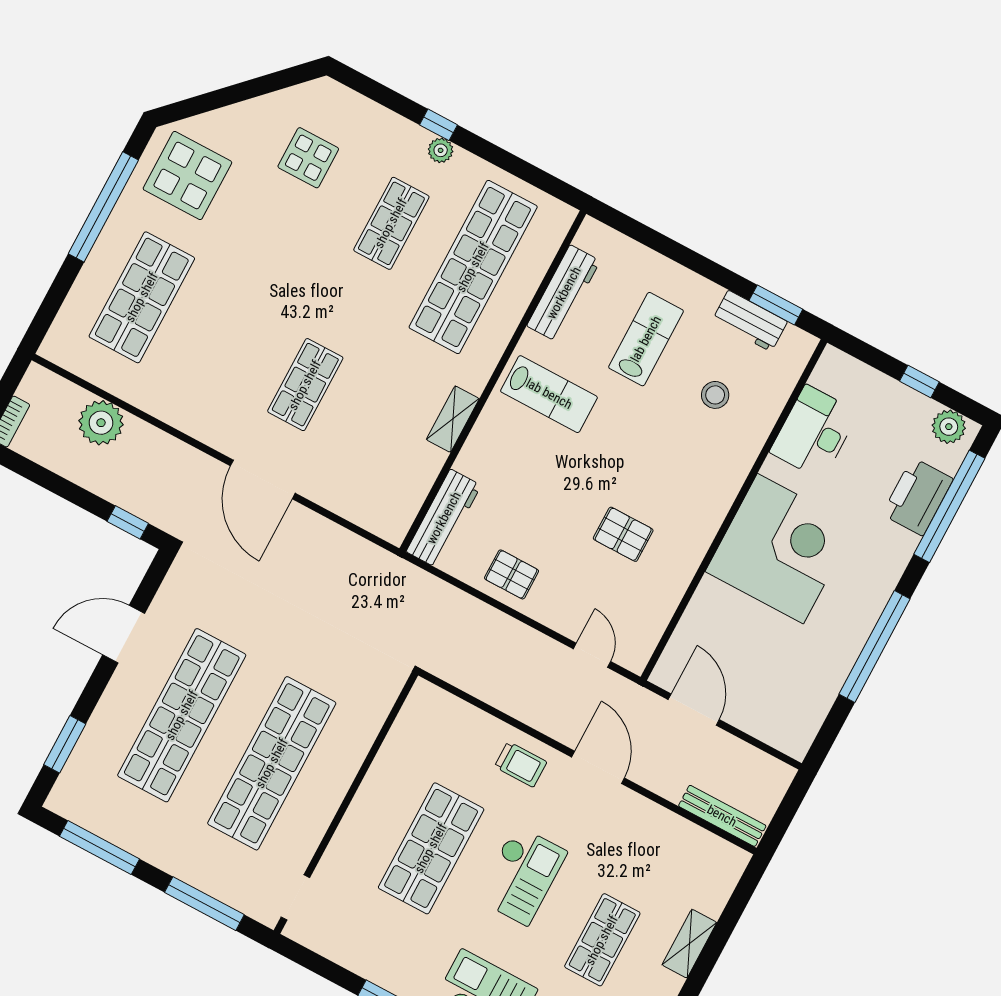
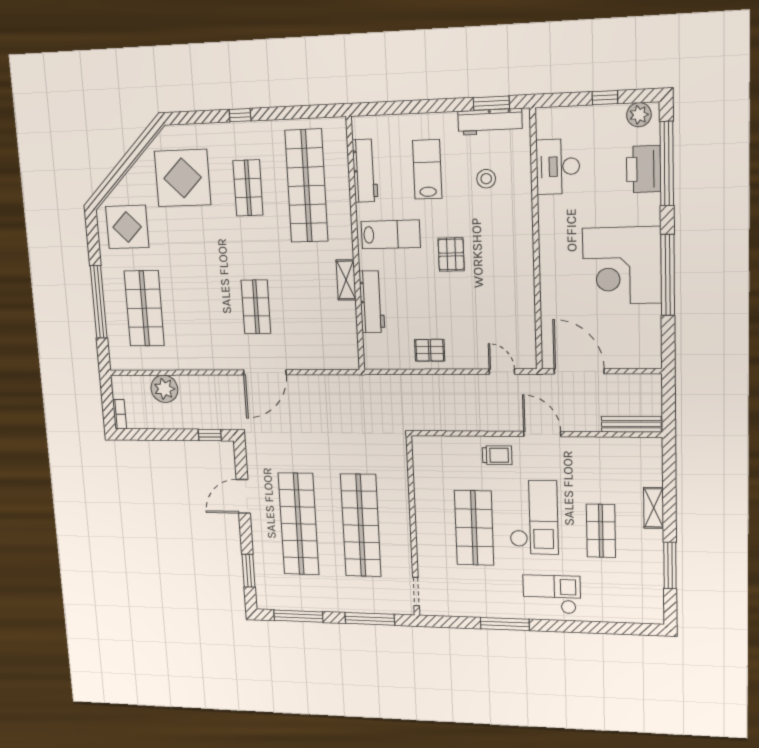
plant: (441, 150) -> (250, 129), removed
display table: (308, 158) -> (183, 178), width x1.86, depth x1.86
window: (103, 207) -> (99, 302), moved
workbench: (750, 321) -> (490, 122), width x1.37
door: (263, 480) -> (265, 372), hinge flipped
workbench: (444, 518) -> (372, 302), moved
pallet: (623, 534) -> (451, 254), moved, turned 90
corner desk: (780, 549) -> (622, 266), moved, turned 180
door: (694, 710) -> (579, 371), width x1.36
checkout: (522, 875) -> (534, 517), width x1.36, depth x1.21

